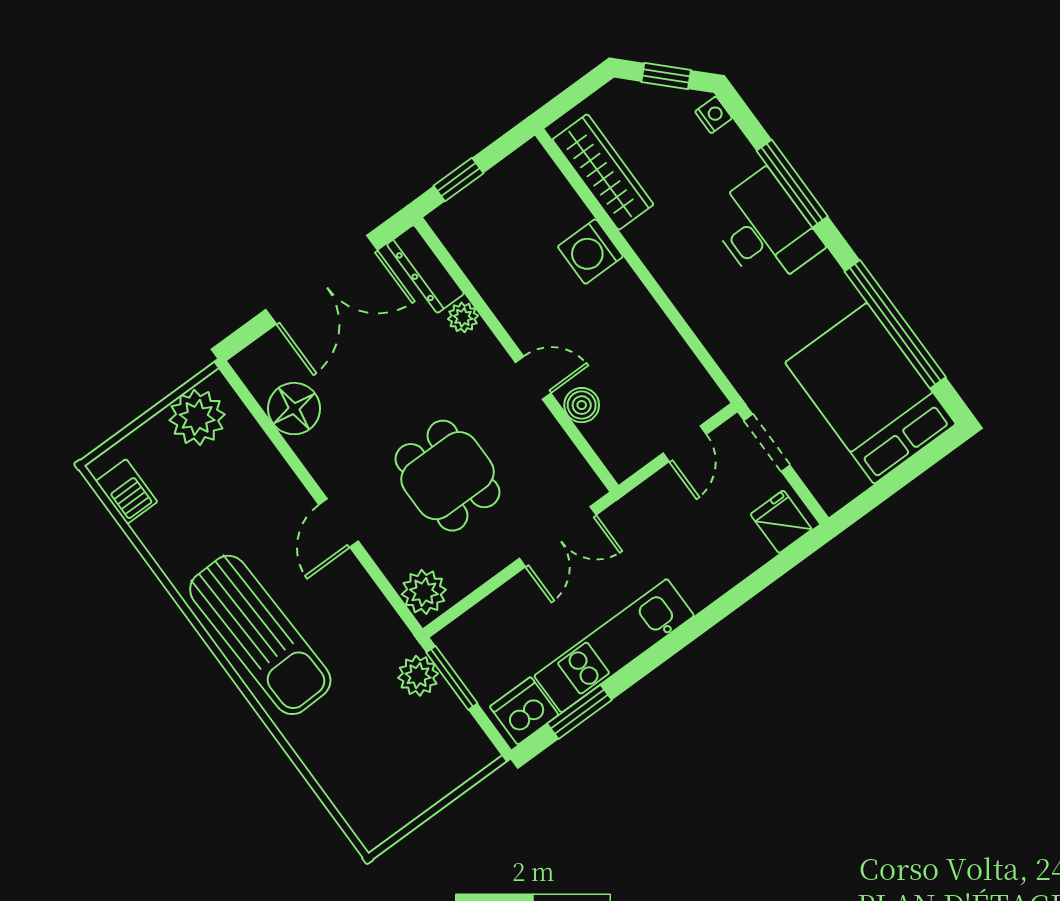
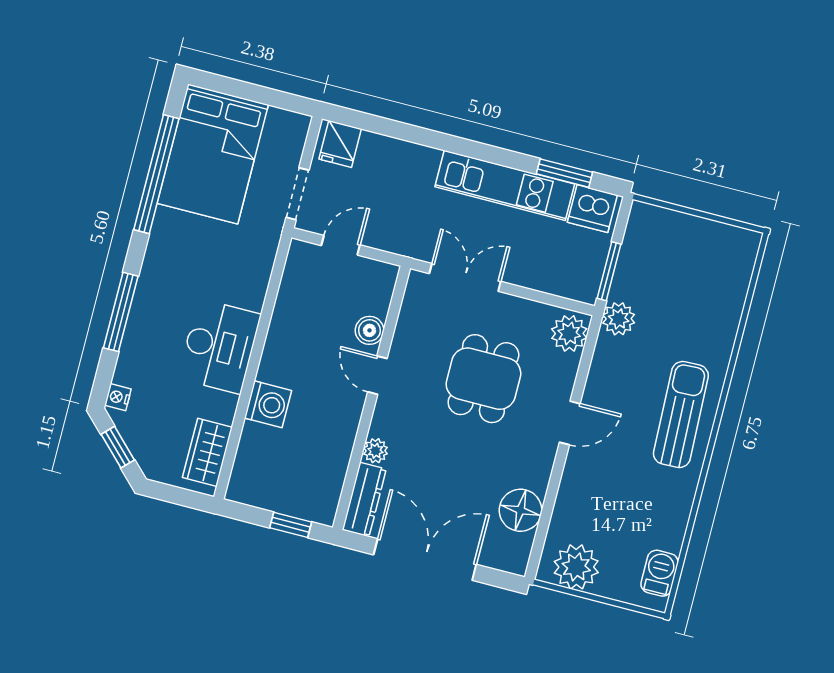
wardrobe: (603, 172) -> (207, 452), width x0.67
desk: (764, 230) -> (219, 346), moved, turned 180
sun lounger: (260, 635) -> (681, 415), width x0.73, depth x0.75
plant: (418, 676) -> (619, 319), moved

